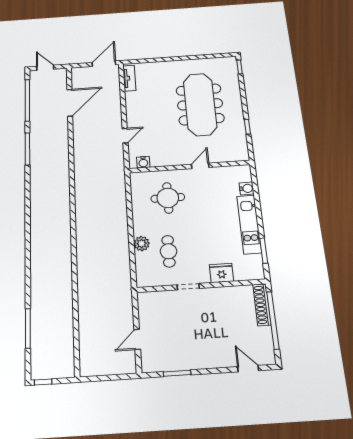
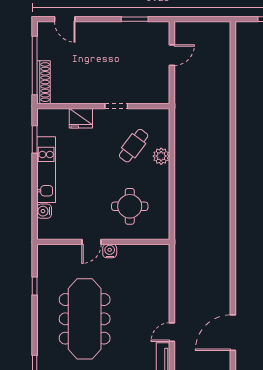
door: (125, 136) -> (172, 332), moved
water cooler: (143, 162) -> (110, 251), moved
cafe table: (168, 251) -> (134, 146), turned 37

